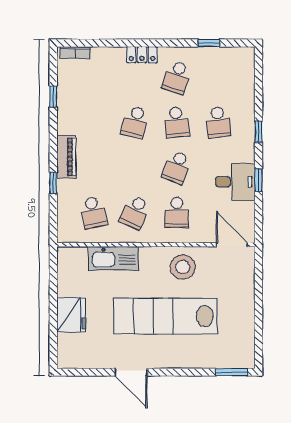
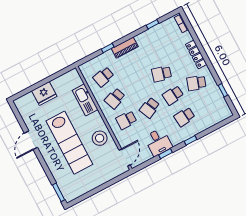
locker: (142, 55) -> (196, 54), width x1.53
school desk: (177, 167) -> (150, 108), turned -45
school desk: (135, 212) -> (115, 98), turned -45
lab bench: (165, 316) -> (69, 143), turned 180

